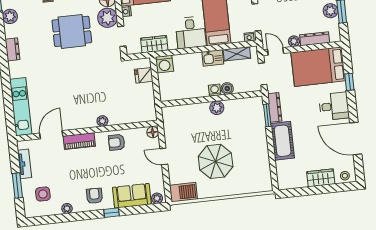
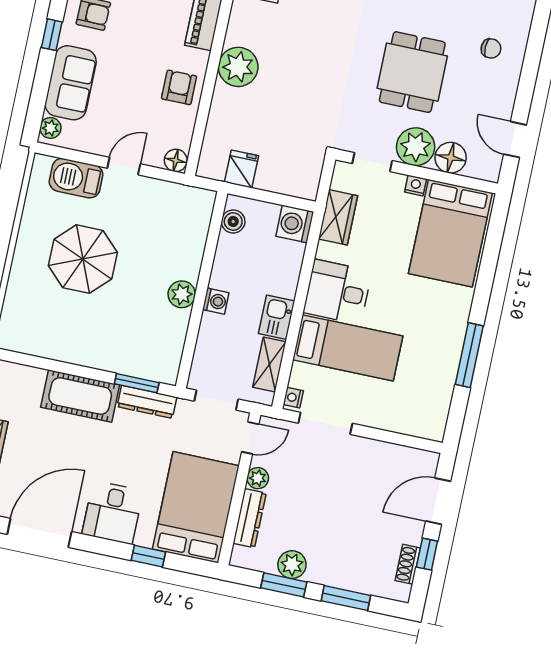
fridge: (144, 75) -> (242, 169), moved
boiler: (227, 88) -> (233, 221), moved
plant: (102, 121) -> (238, 67), width x1.88, depth x1.88
barbecue: (184, 192) -> (76, 178), moved, turned 90

